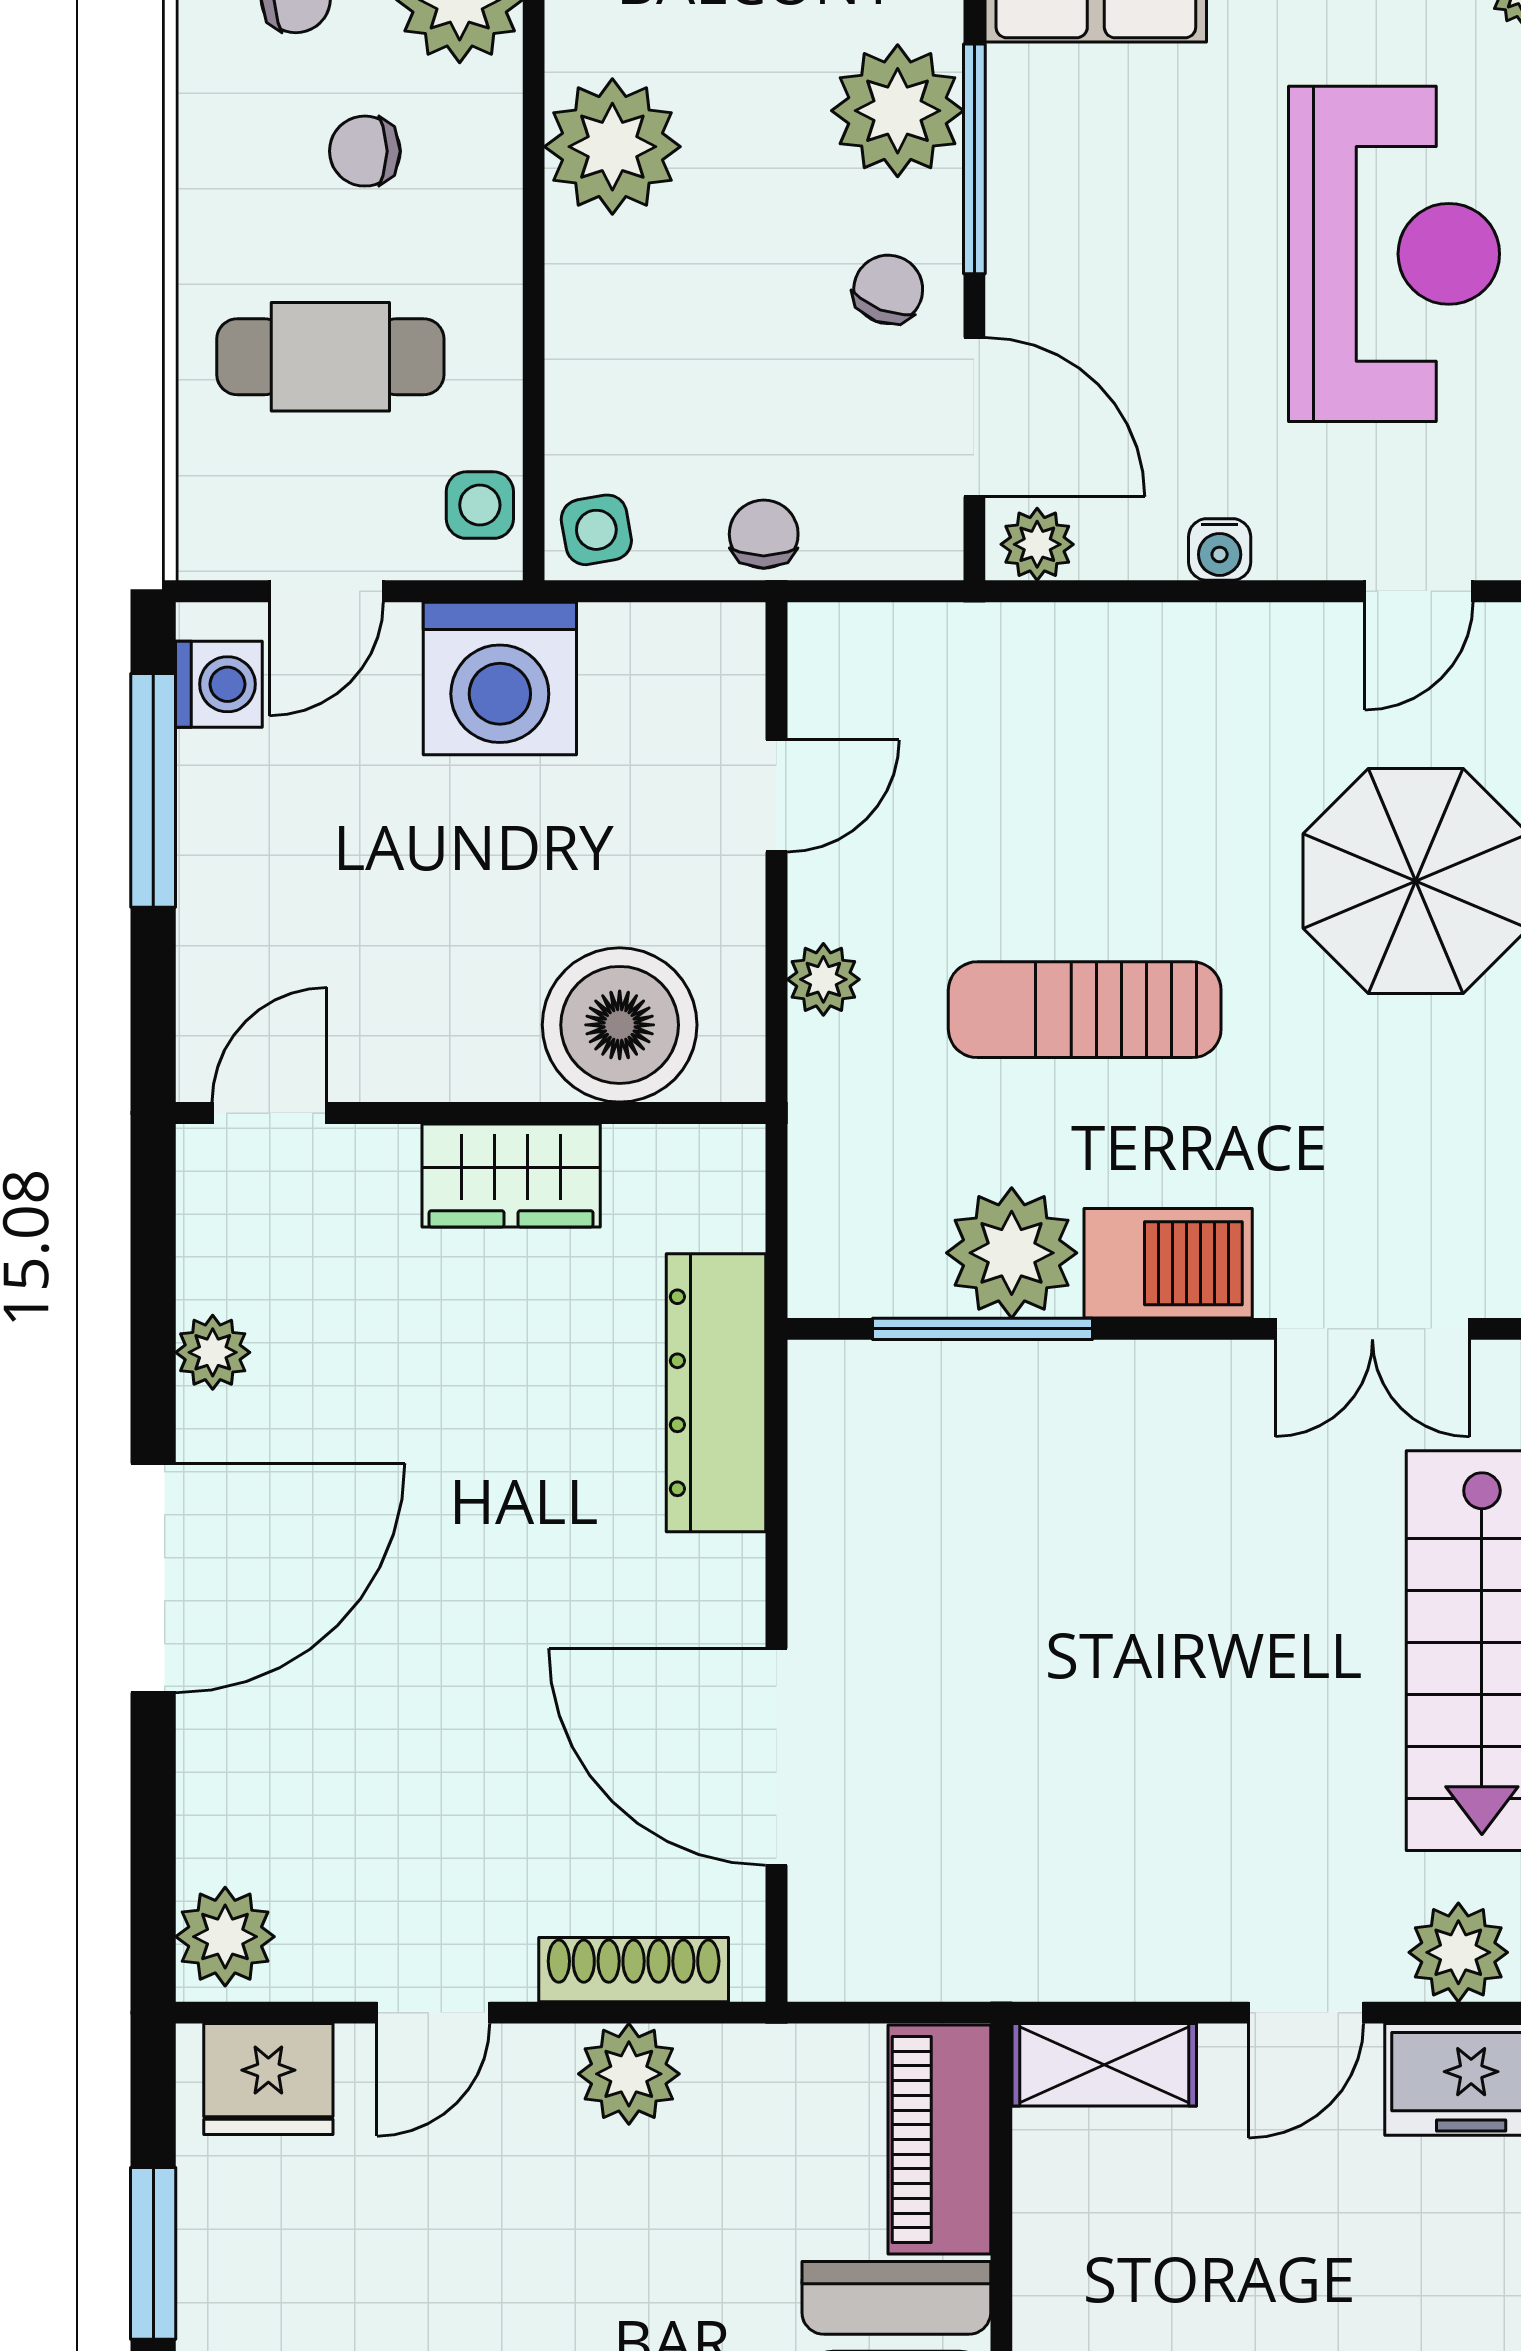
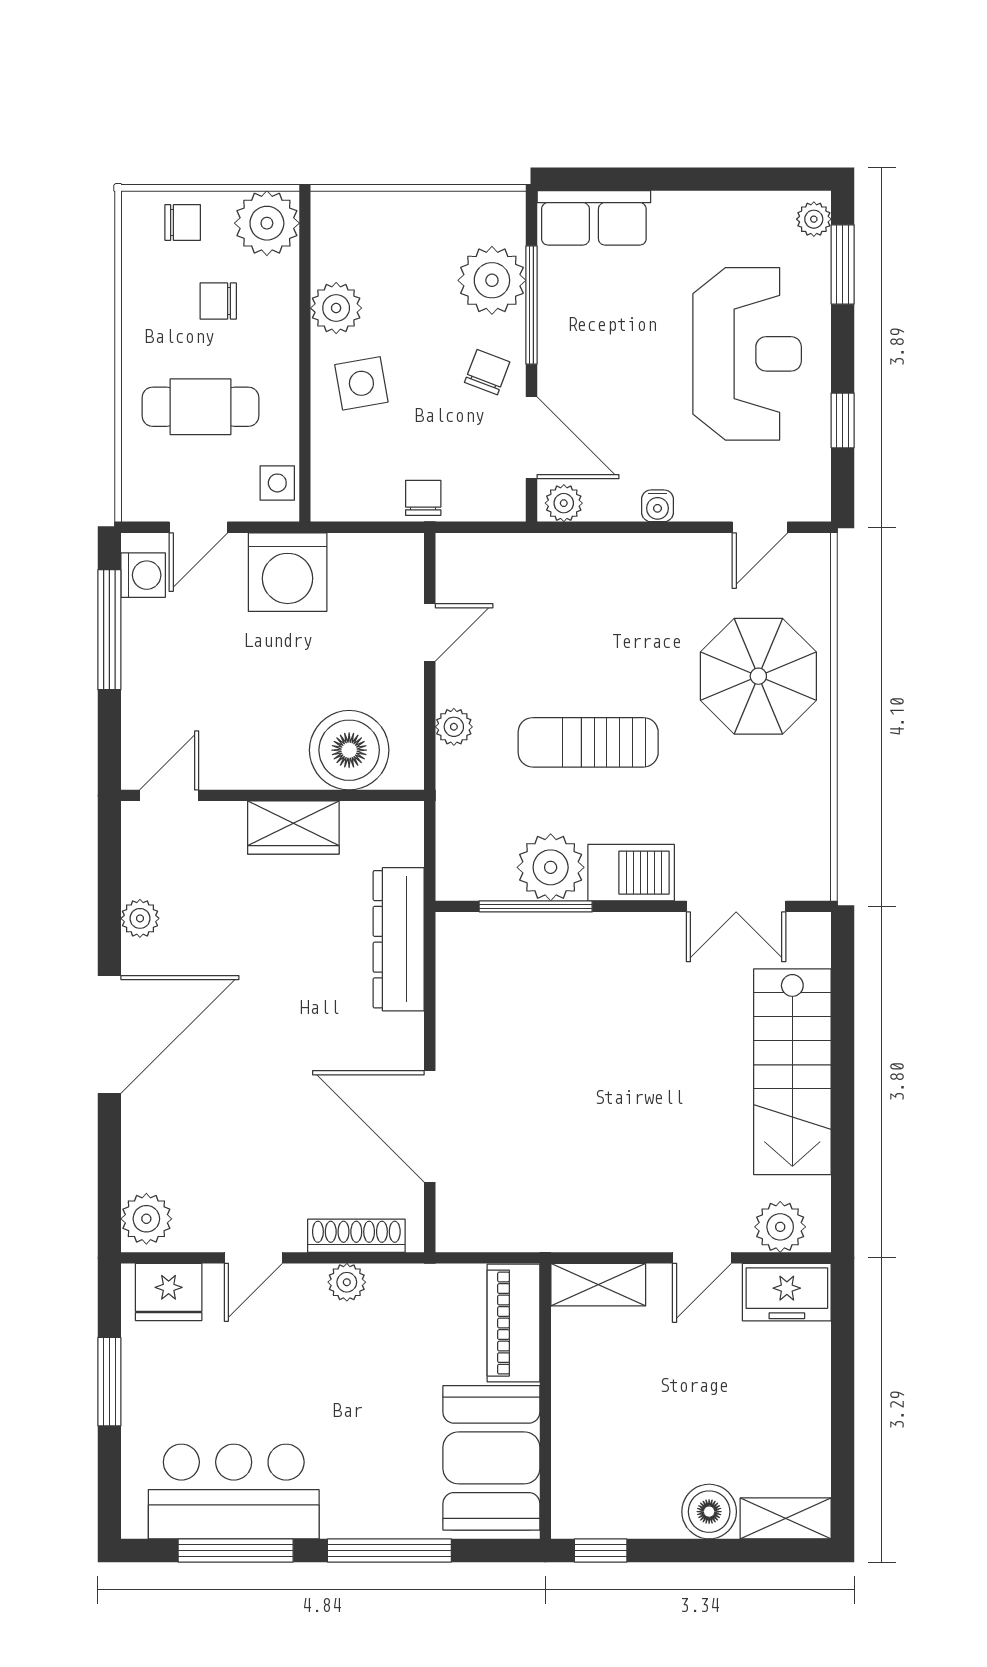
plant: (612, 147) -> (336, 308), width x0.73, depth x0.73
side table: (596, 530) -> (361, 383), moved, width x1.37, depth x1.37
plant: (629, 2074) -> (347, 1282), width x0.73, depth x0.73

